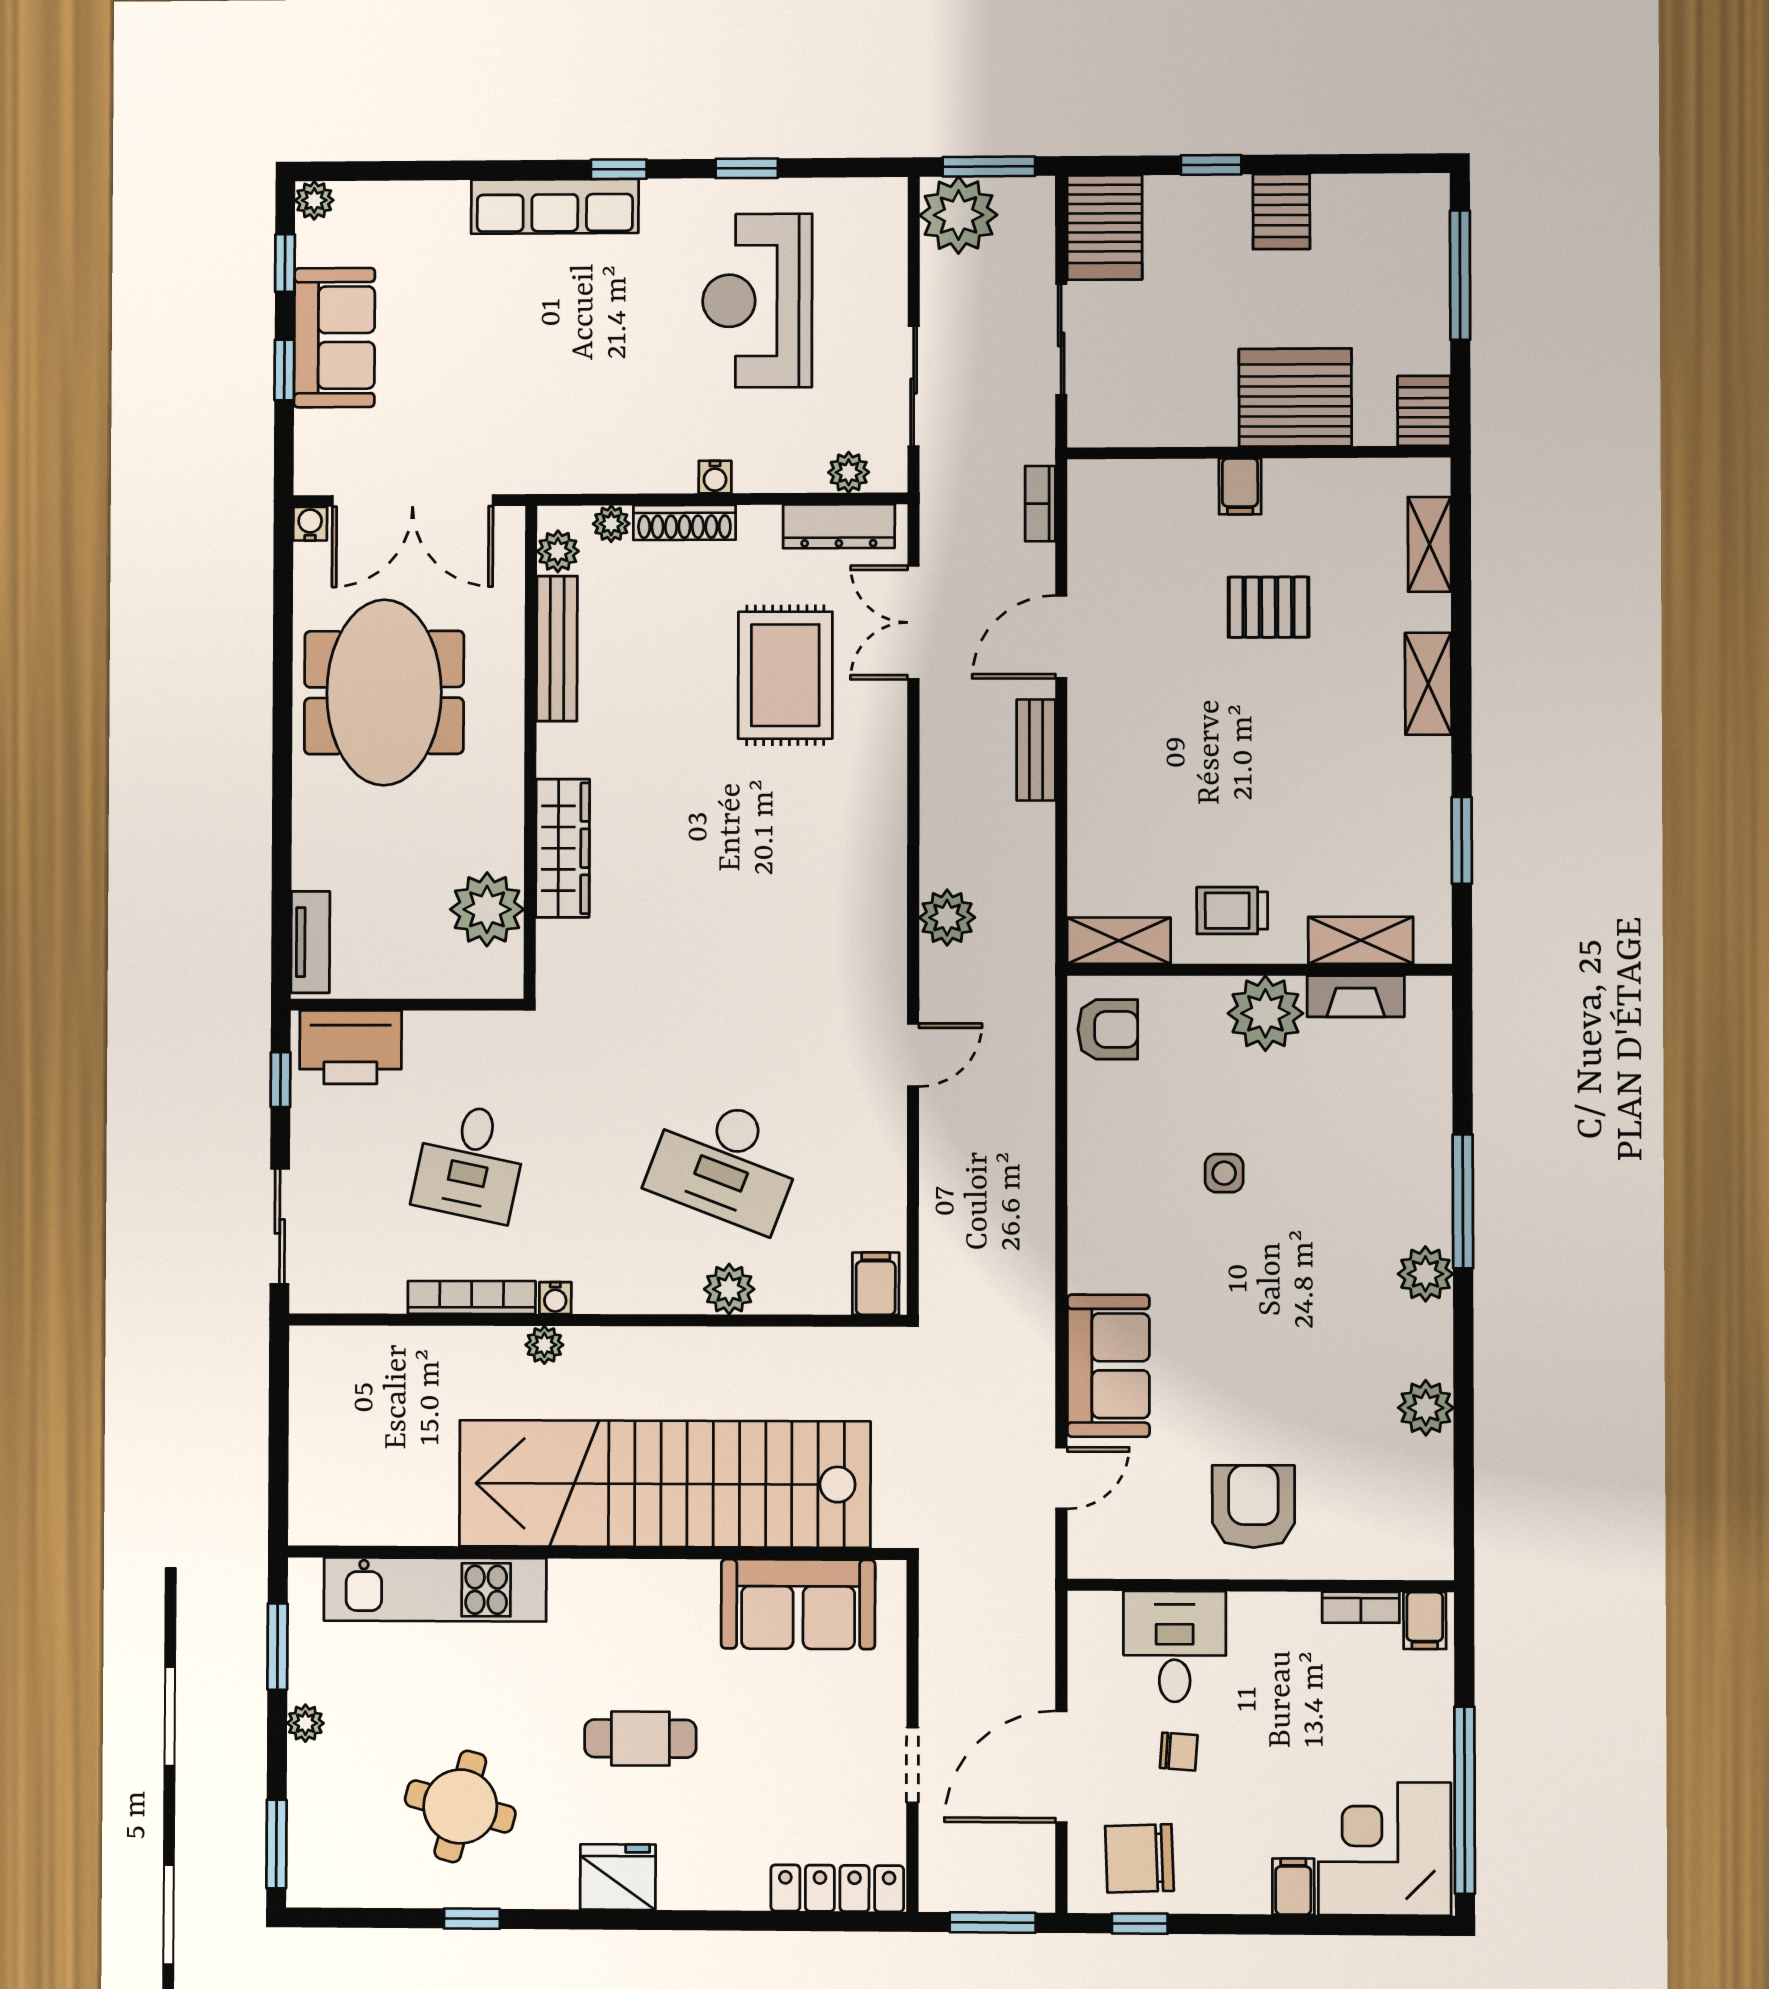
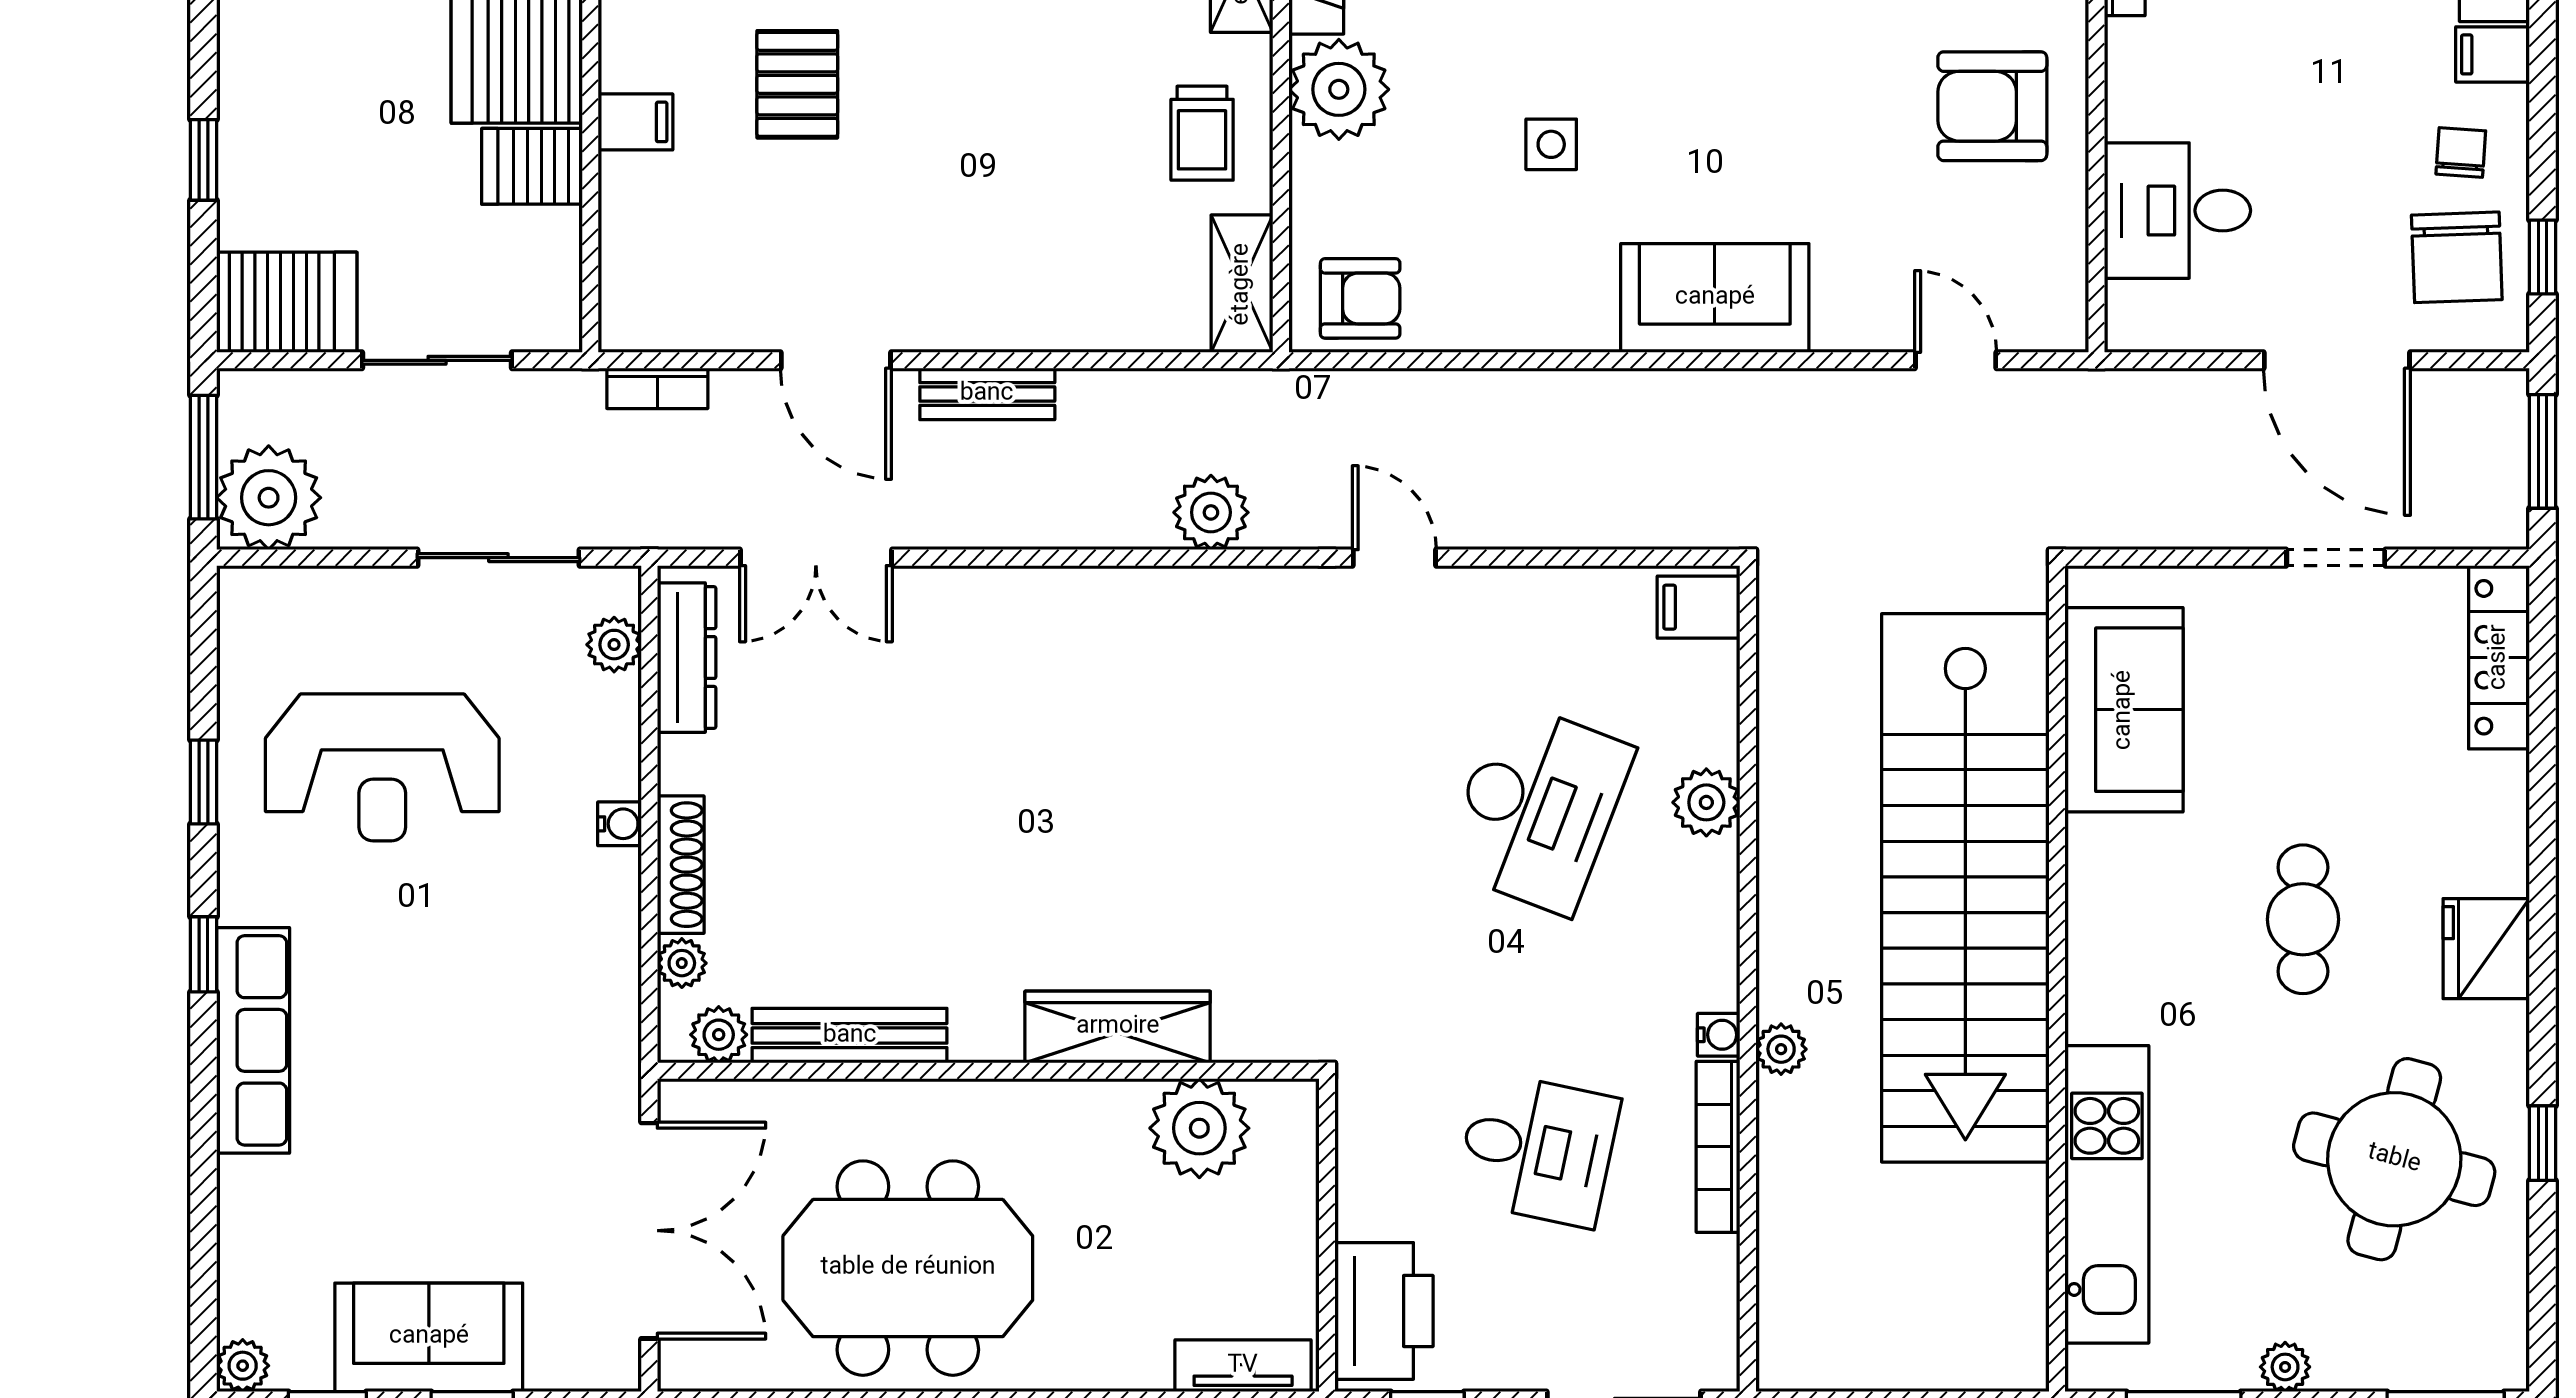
server rack: (1281, 212) -> (532, 166), moved, turned 180
water cooler: (310, 524) -> (680, 1369), removed
rug: (785, 675) -> (886, 729), removed
armchair: (1108, 1029) -> (1360, 298), turned 90
sofa: (1108, 1366) -> (1715, 298), moved
chair: (1179, 1752) -> (2461, 152), moved
round table: (460, 1806) -> (2394, 1159), width x1.36, depth x1.36

